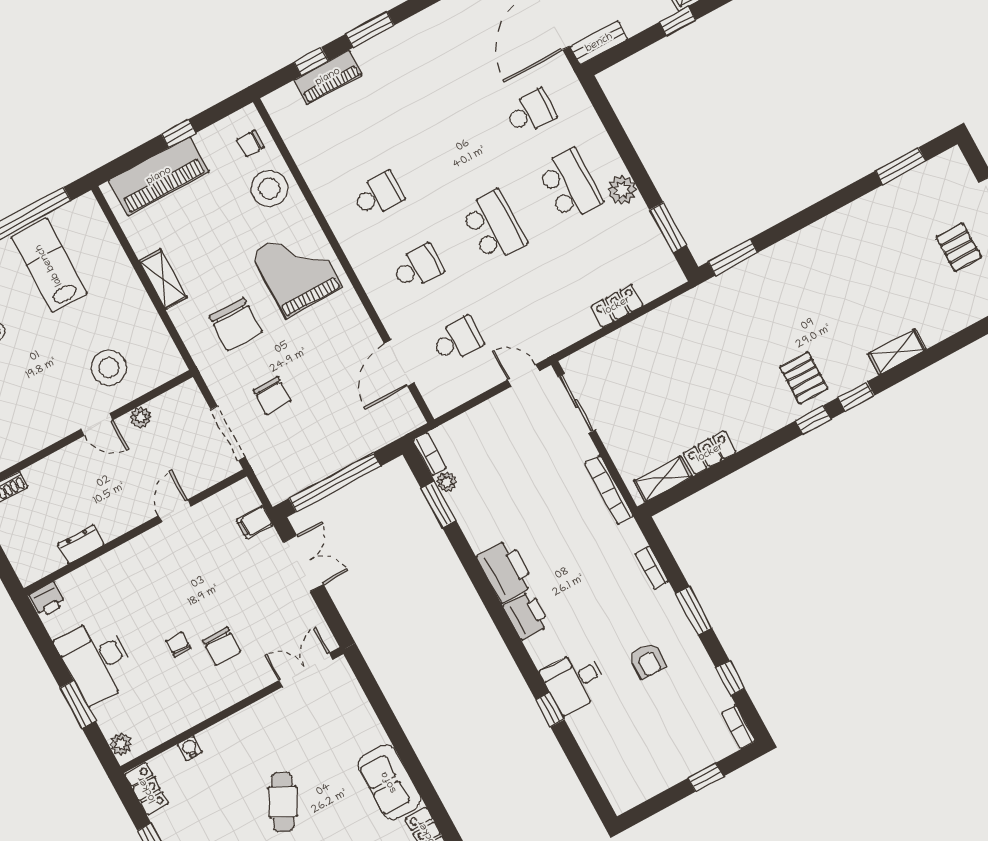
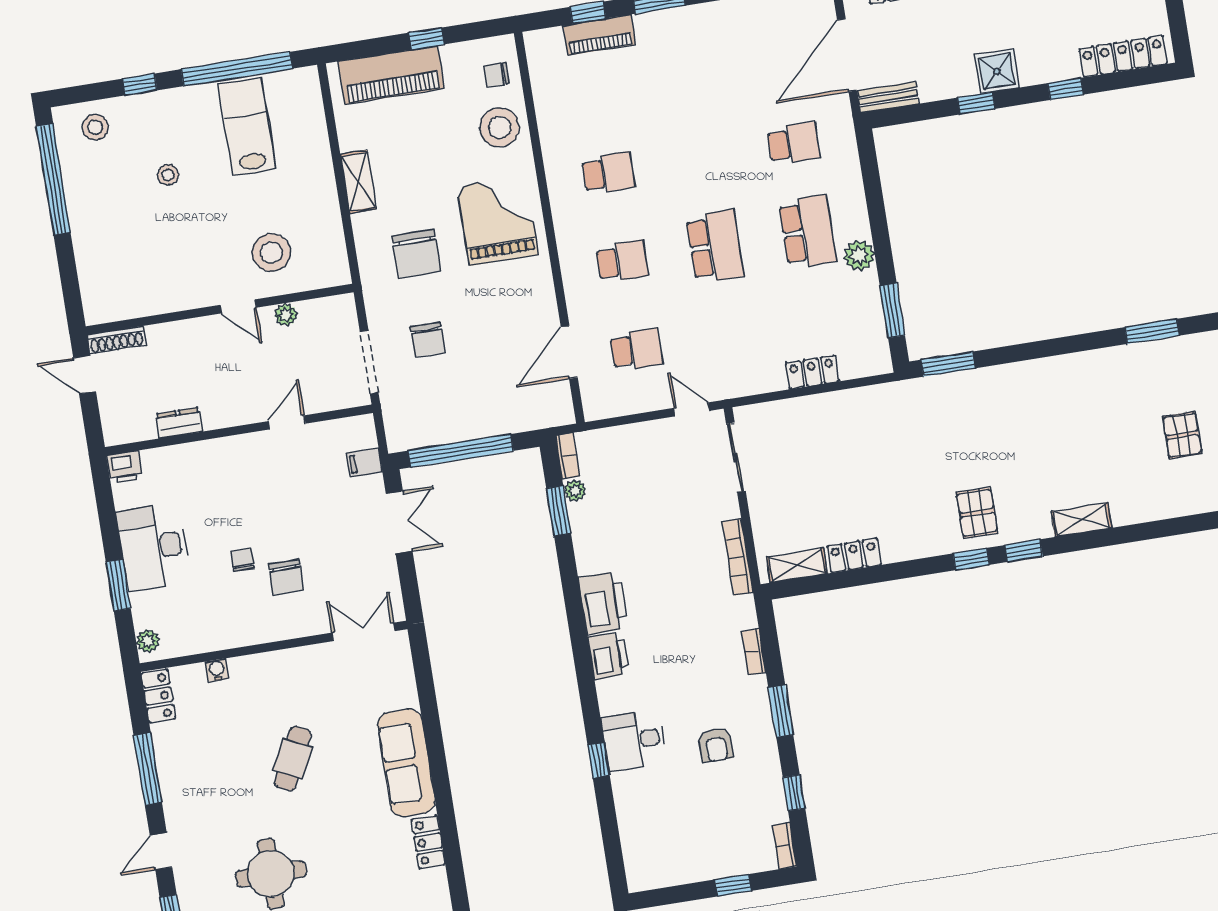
sofa: (389, 782) -> (406, 763), width x1.36

